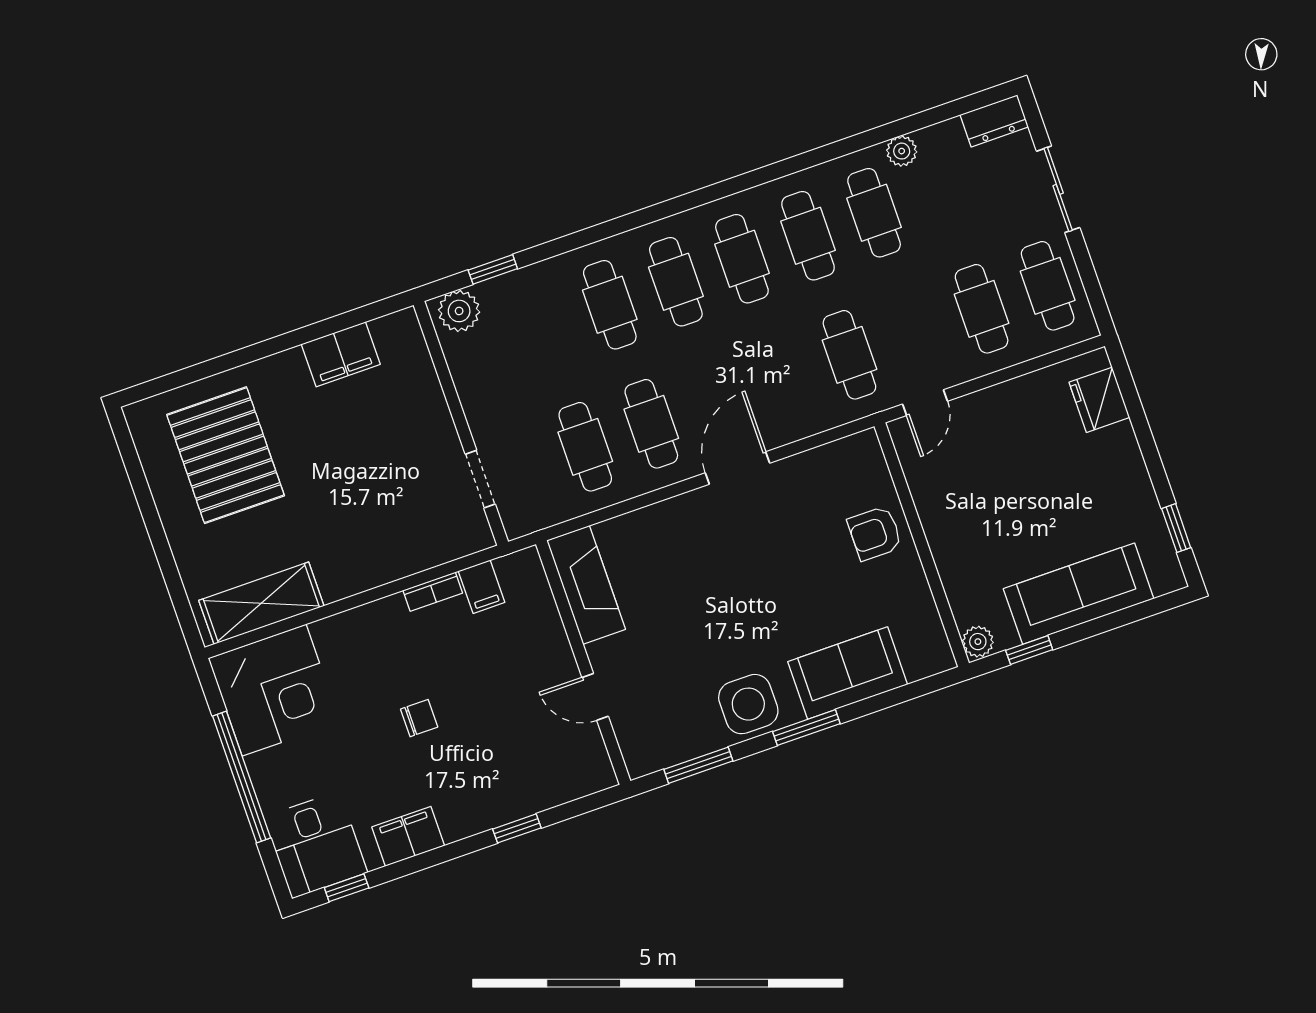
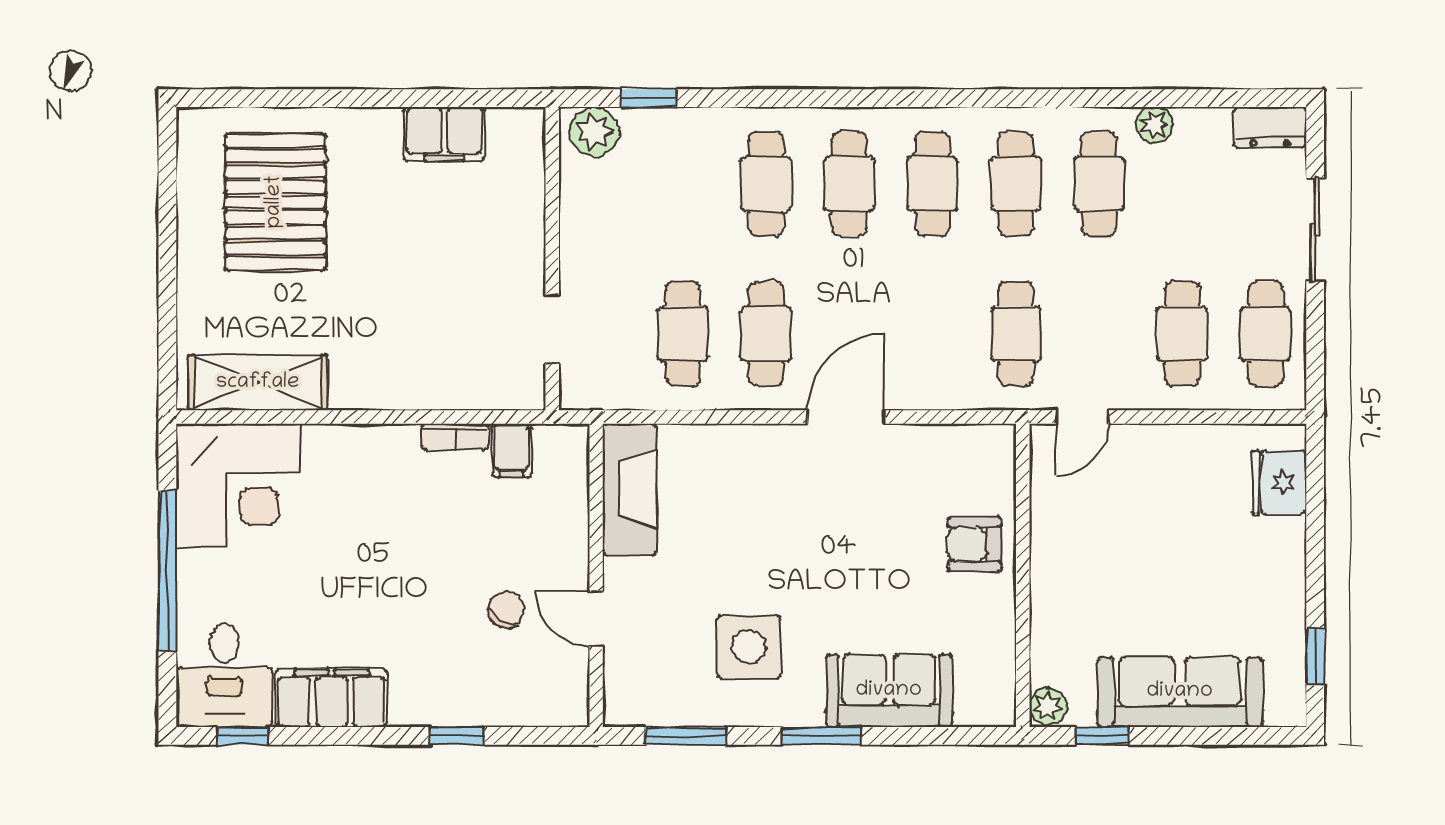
side table: (748, 704) -> (749, 647), moved
chair: (419, 718) -> (506, 610), moved, turned -59
filing cabinet: (408, 836) -> (331, 698), width x1.50, depth x1.17

